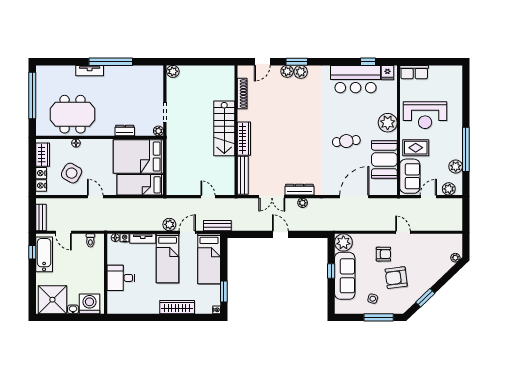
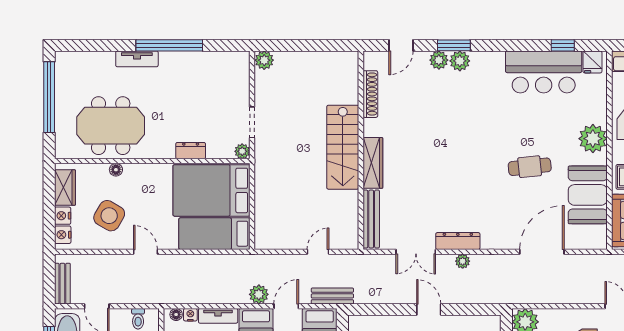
door: (208, 197) -> (318, 252), hinge flipped

